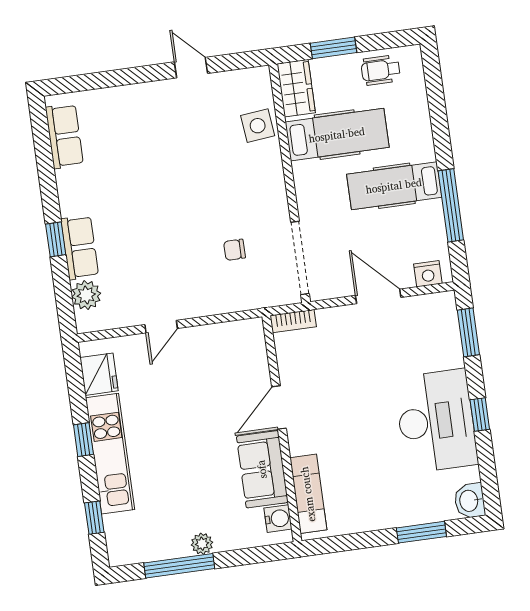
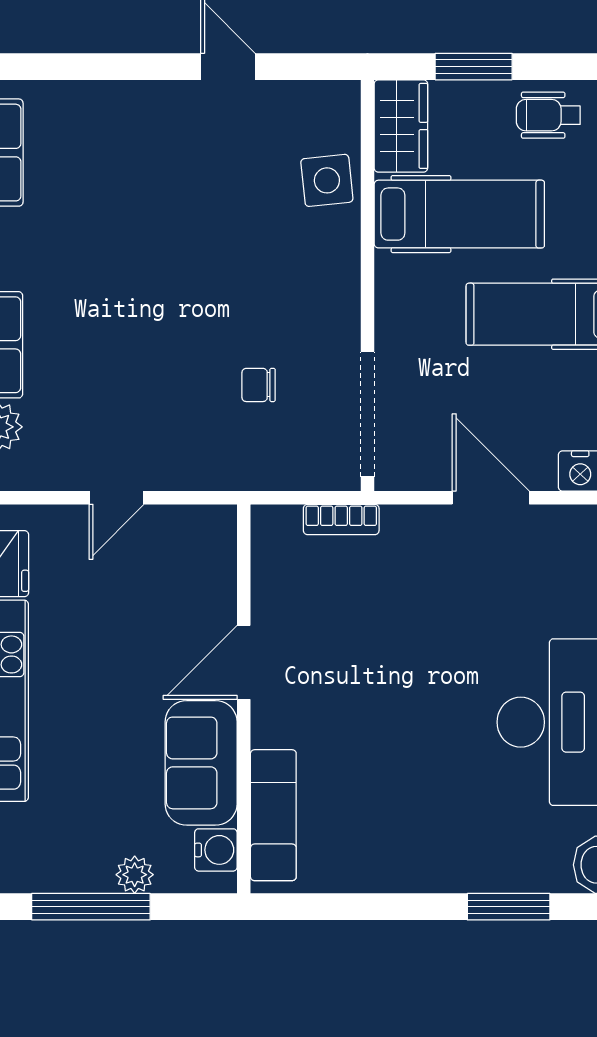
door: (279, 408) -> (244, 662), moved
wall: (282, 429) -> (244, 699), moved
sofa: (262, 469) -> (201, 763), moved
exam couch: (308, 494) -> (273, 815), moved
water cooler: (278, 519) -> (216, 850), moved

